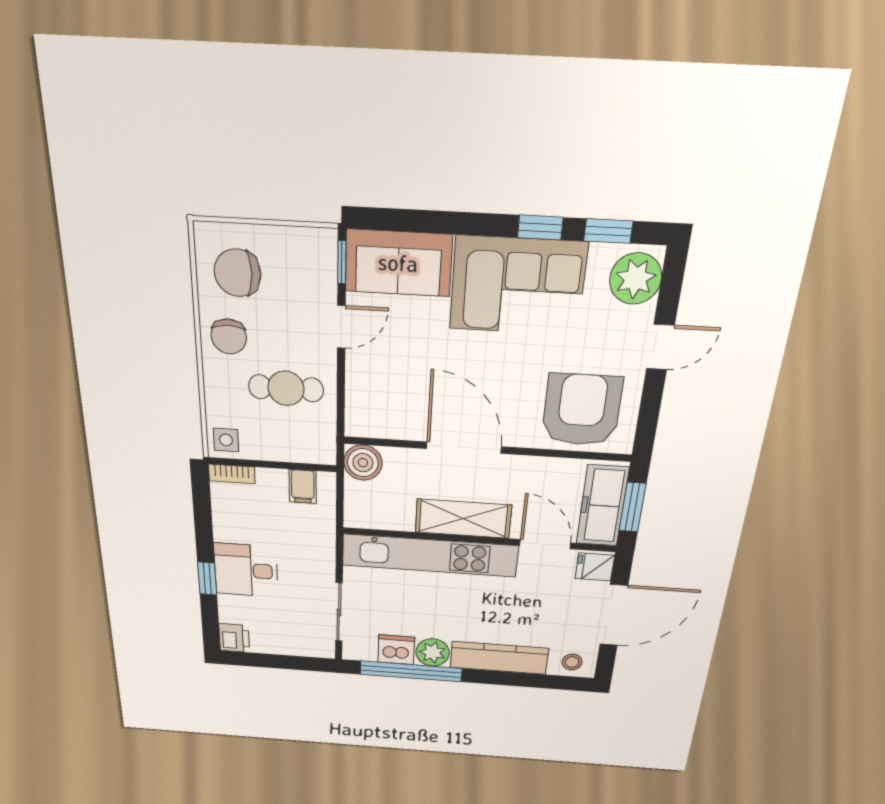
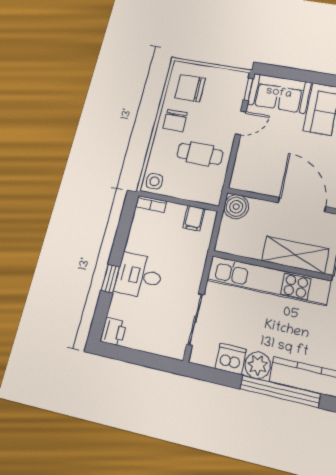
window: (411, 671) -> (280, 391), moved

